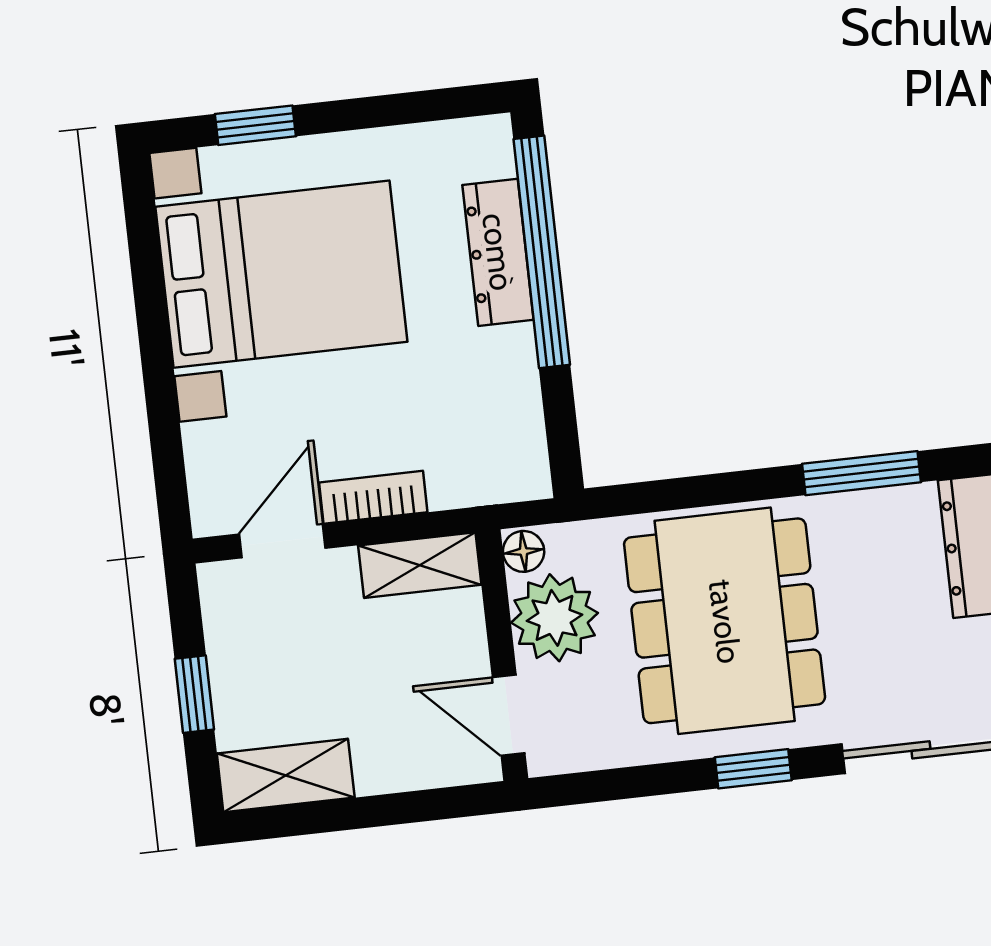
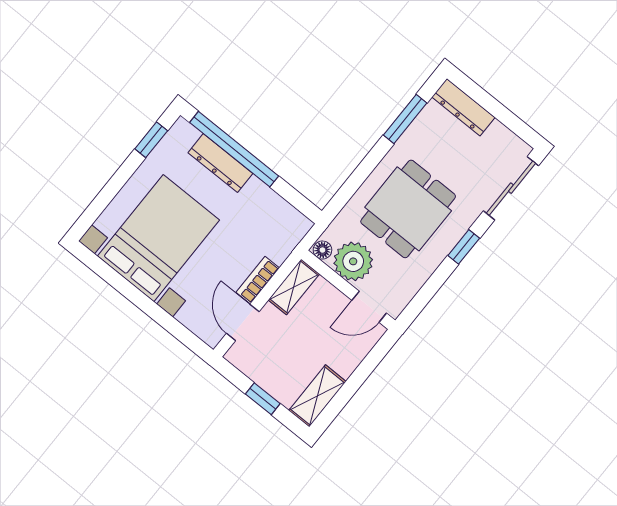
window: (255, 125) -> (151, 140), moved
dining table: (725, 621) -> (408, 209), width x0.73

